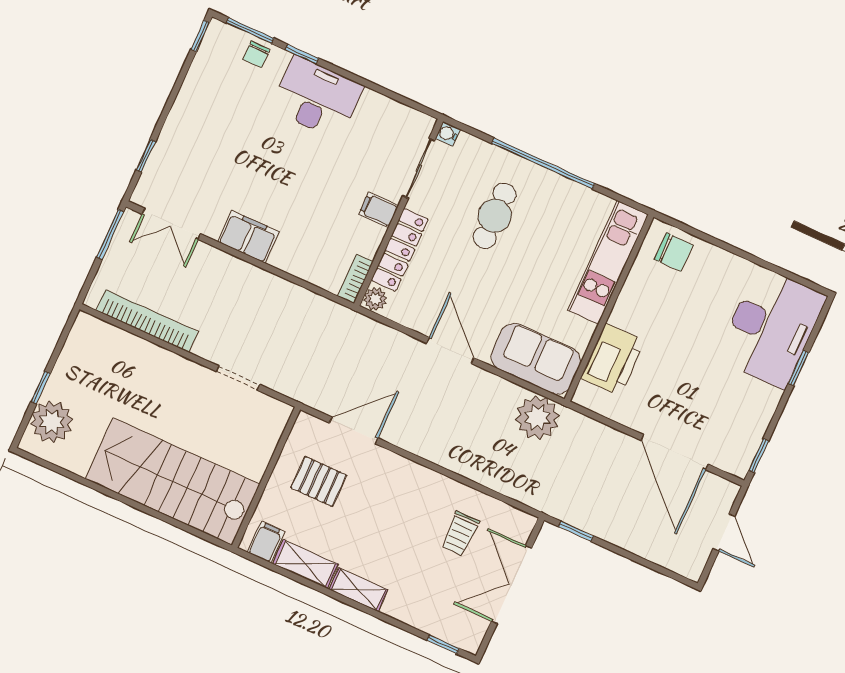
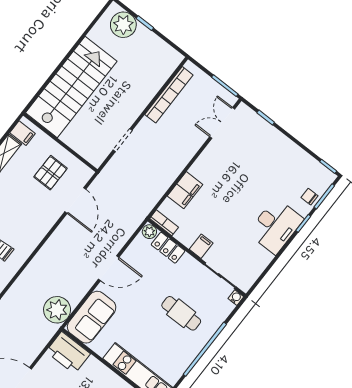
filing cabinet: (248, 237) -> (185, 190), moved
locker: (400, 250) -> (168, 248), width x0.66
printer: (613, 359) -> (68, 353), moved

